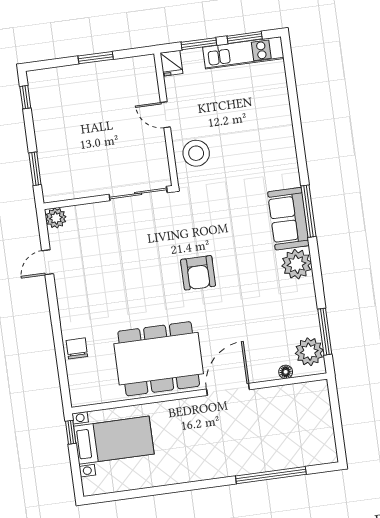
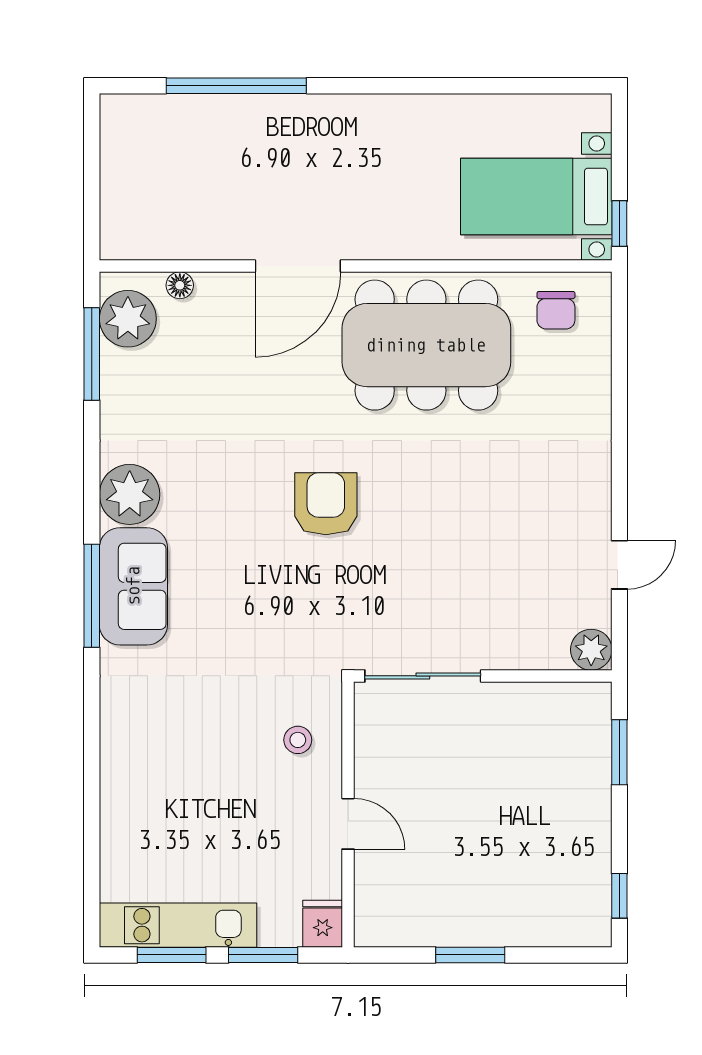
stool: (196, 153) -> (298, 740), width x0.53, depth x0.53
chair: (77, 348) -> (556, 310), moved

